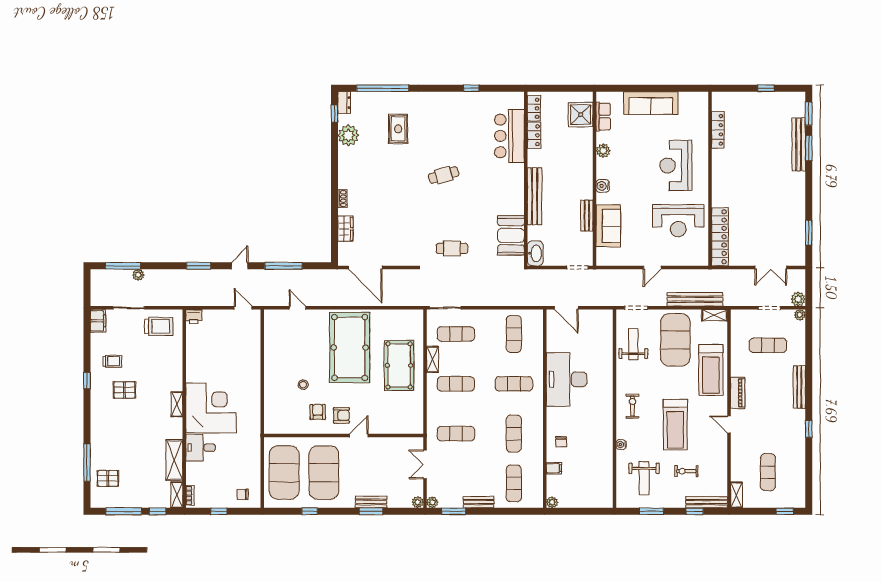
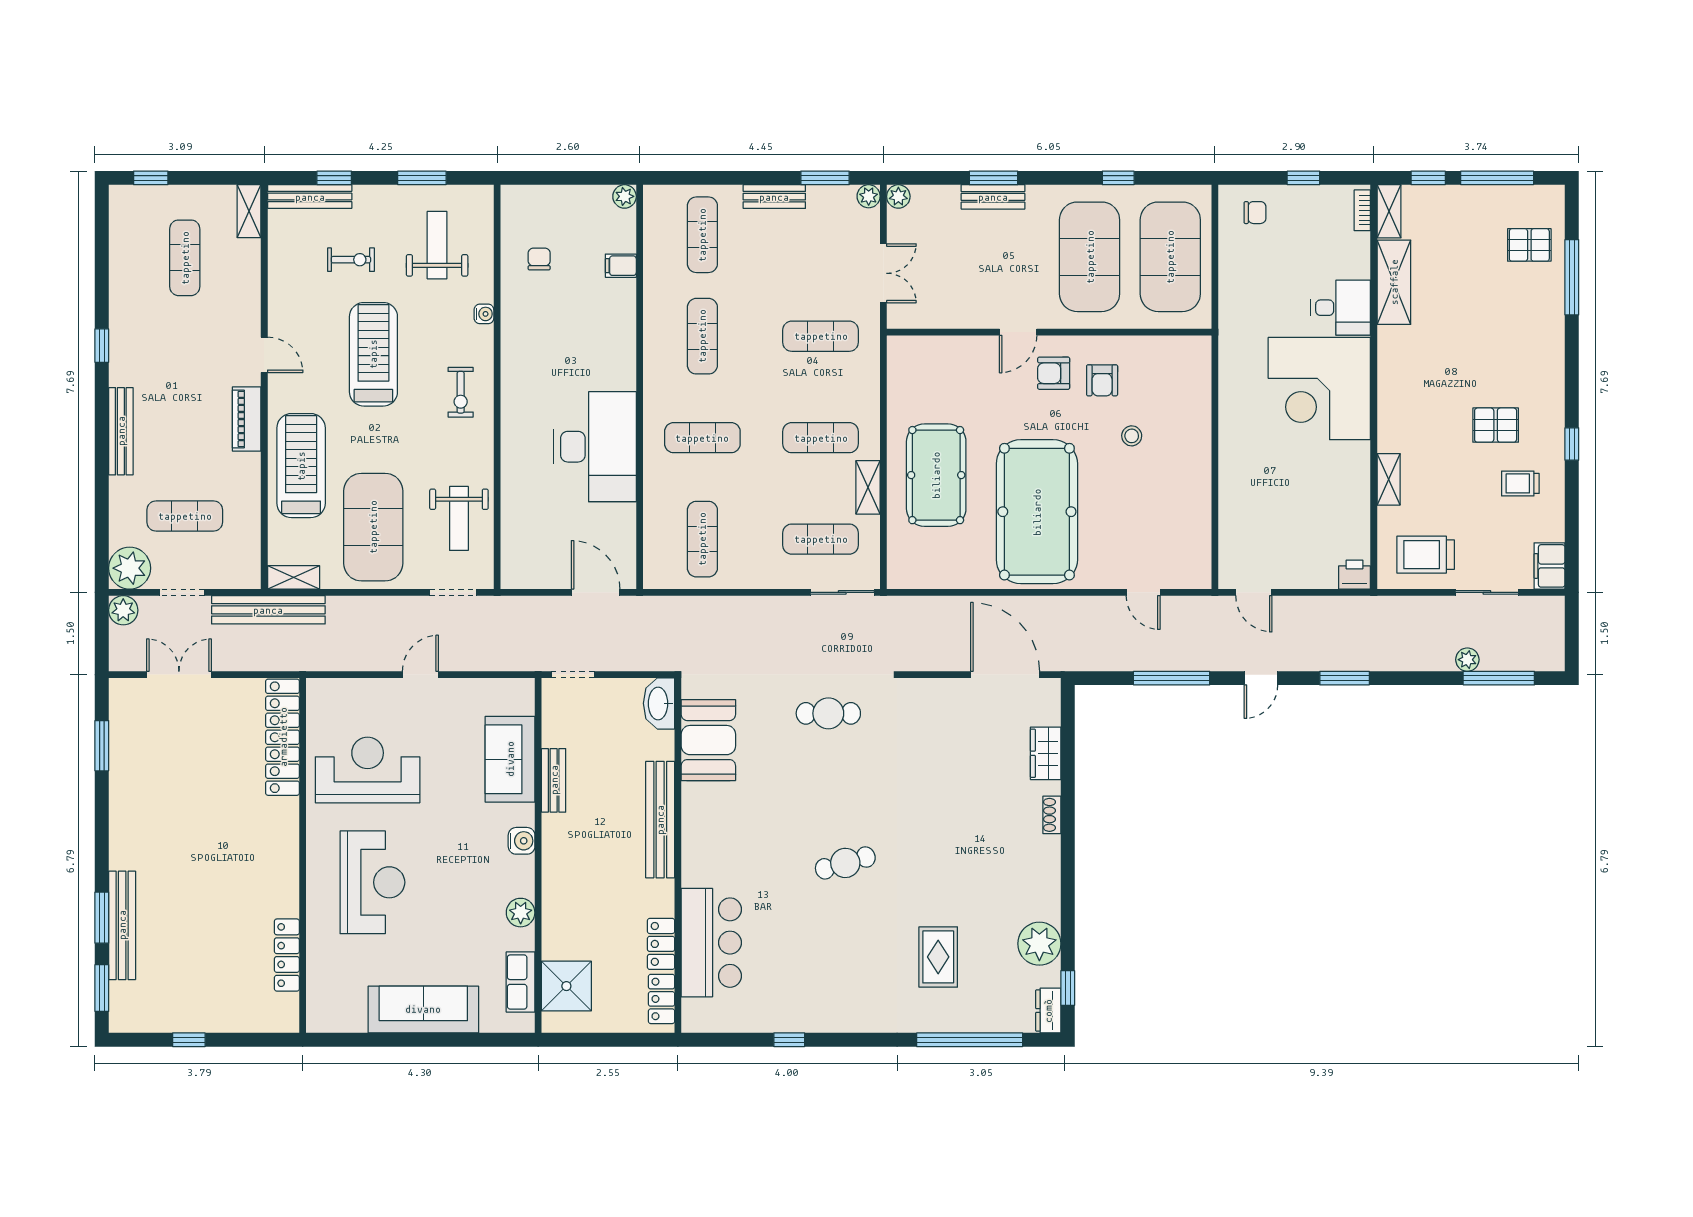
bench: (695, 299) -> (268, 610), moved
plant: (800, 315) -> (130, 568), width x1.88, depth x1.88
shelving: (177, 404) -> (1389, 479), moved
chair: (561, 442) -> (539, 259), moved

